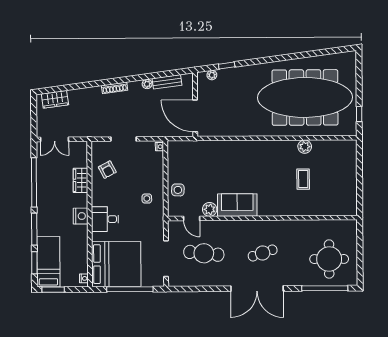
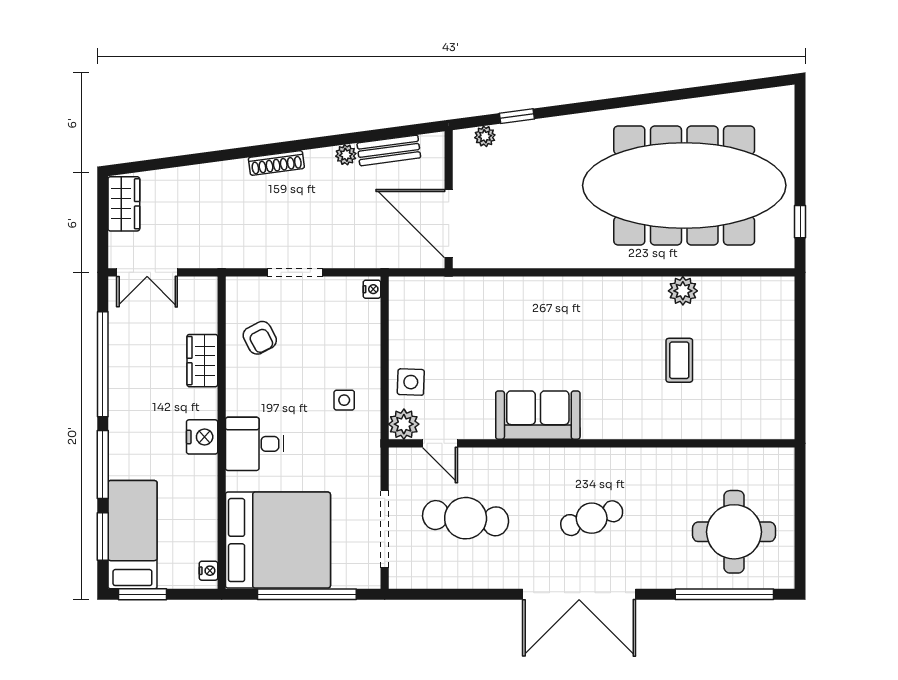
wardrobe: (55, 99) -> (124, 204), moved, turned -82
plant: (210, 209) -> (404, 424), moved

